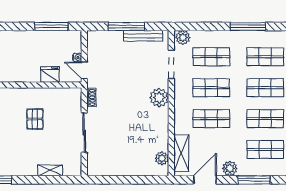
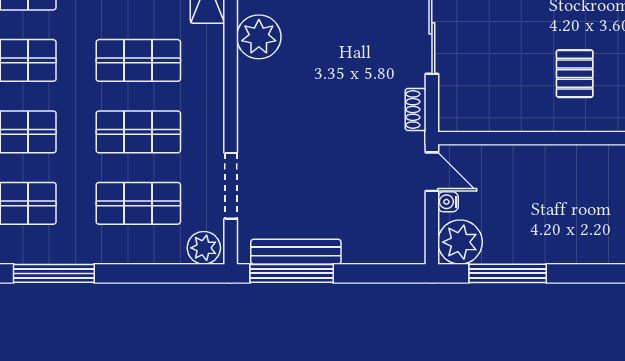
window: (126, 26) -> (292, 273), moved
plant: (72, 40) -> (460, 242), added
fridge: (50, 74) -> (511, 162), removed
plant: (159, 98) -> (259, 37), moved
pallet: (35, 119) -> (575, 74), moved

